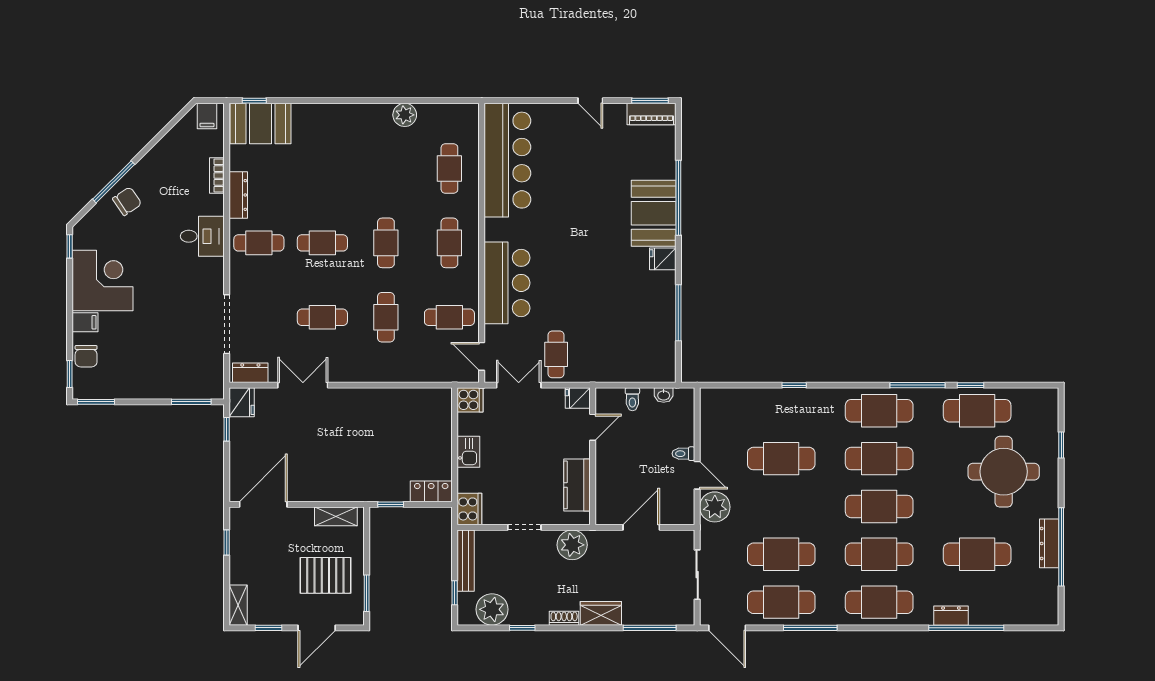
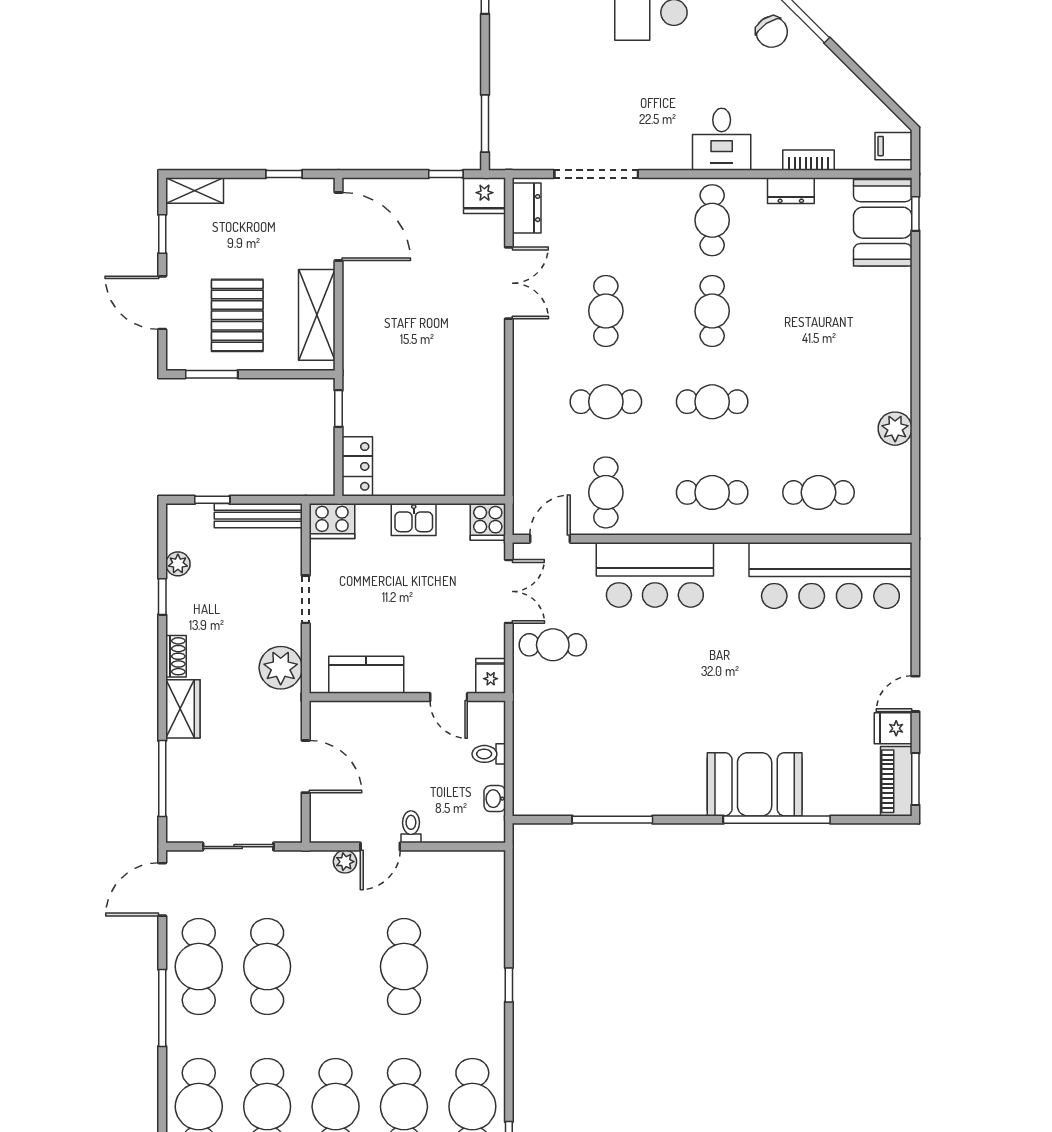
dresser: (238, 195) -> (791, 191), width x0.70
fridge: (663, 259) -> (893, 728), moved, turned -90
plant: (715, 507) -> (345, 862), width x0.53, depth x0.53
shelving: (336, 516) -> (317, 315), width x1.50, depth x1.33
plant: (492, 609) -> (178, 564), width x0.53, depth x0.53

